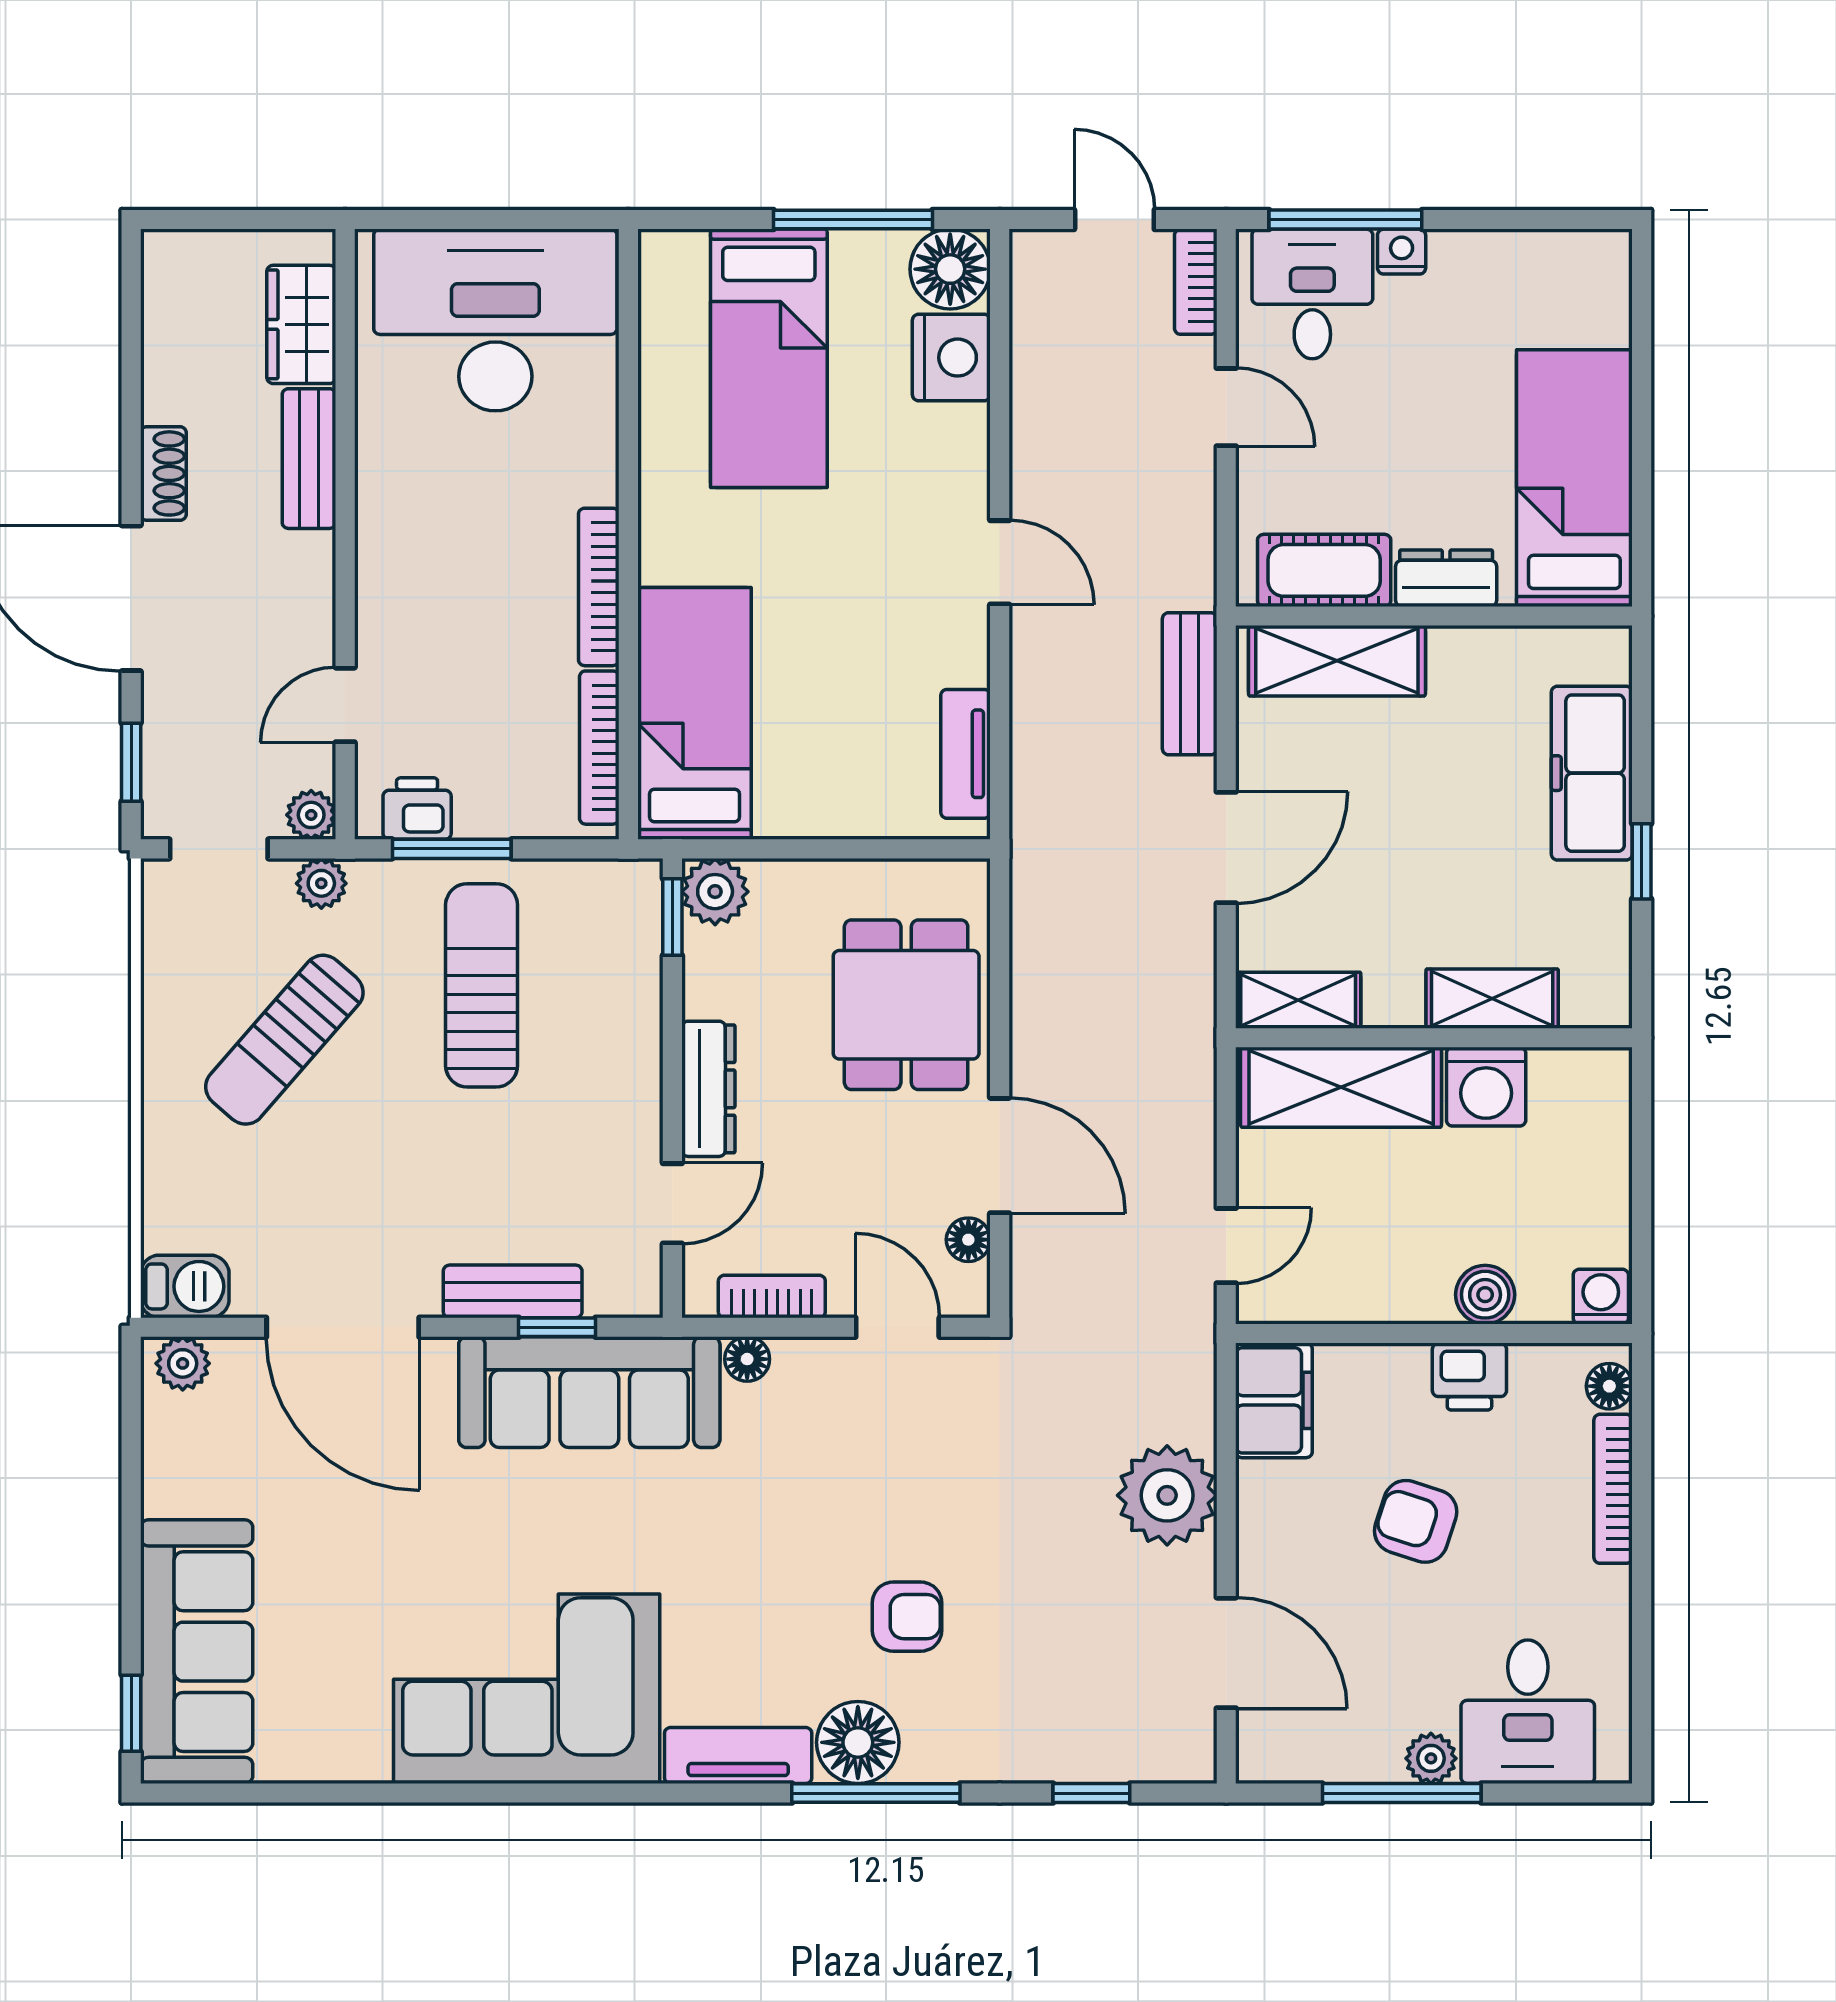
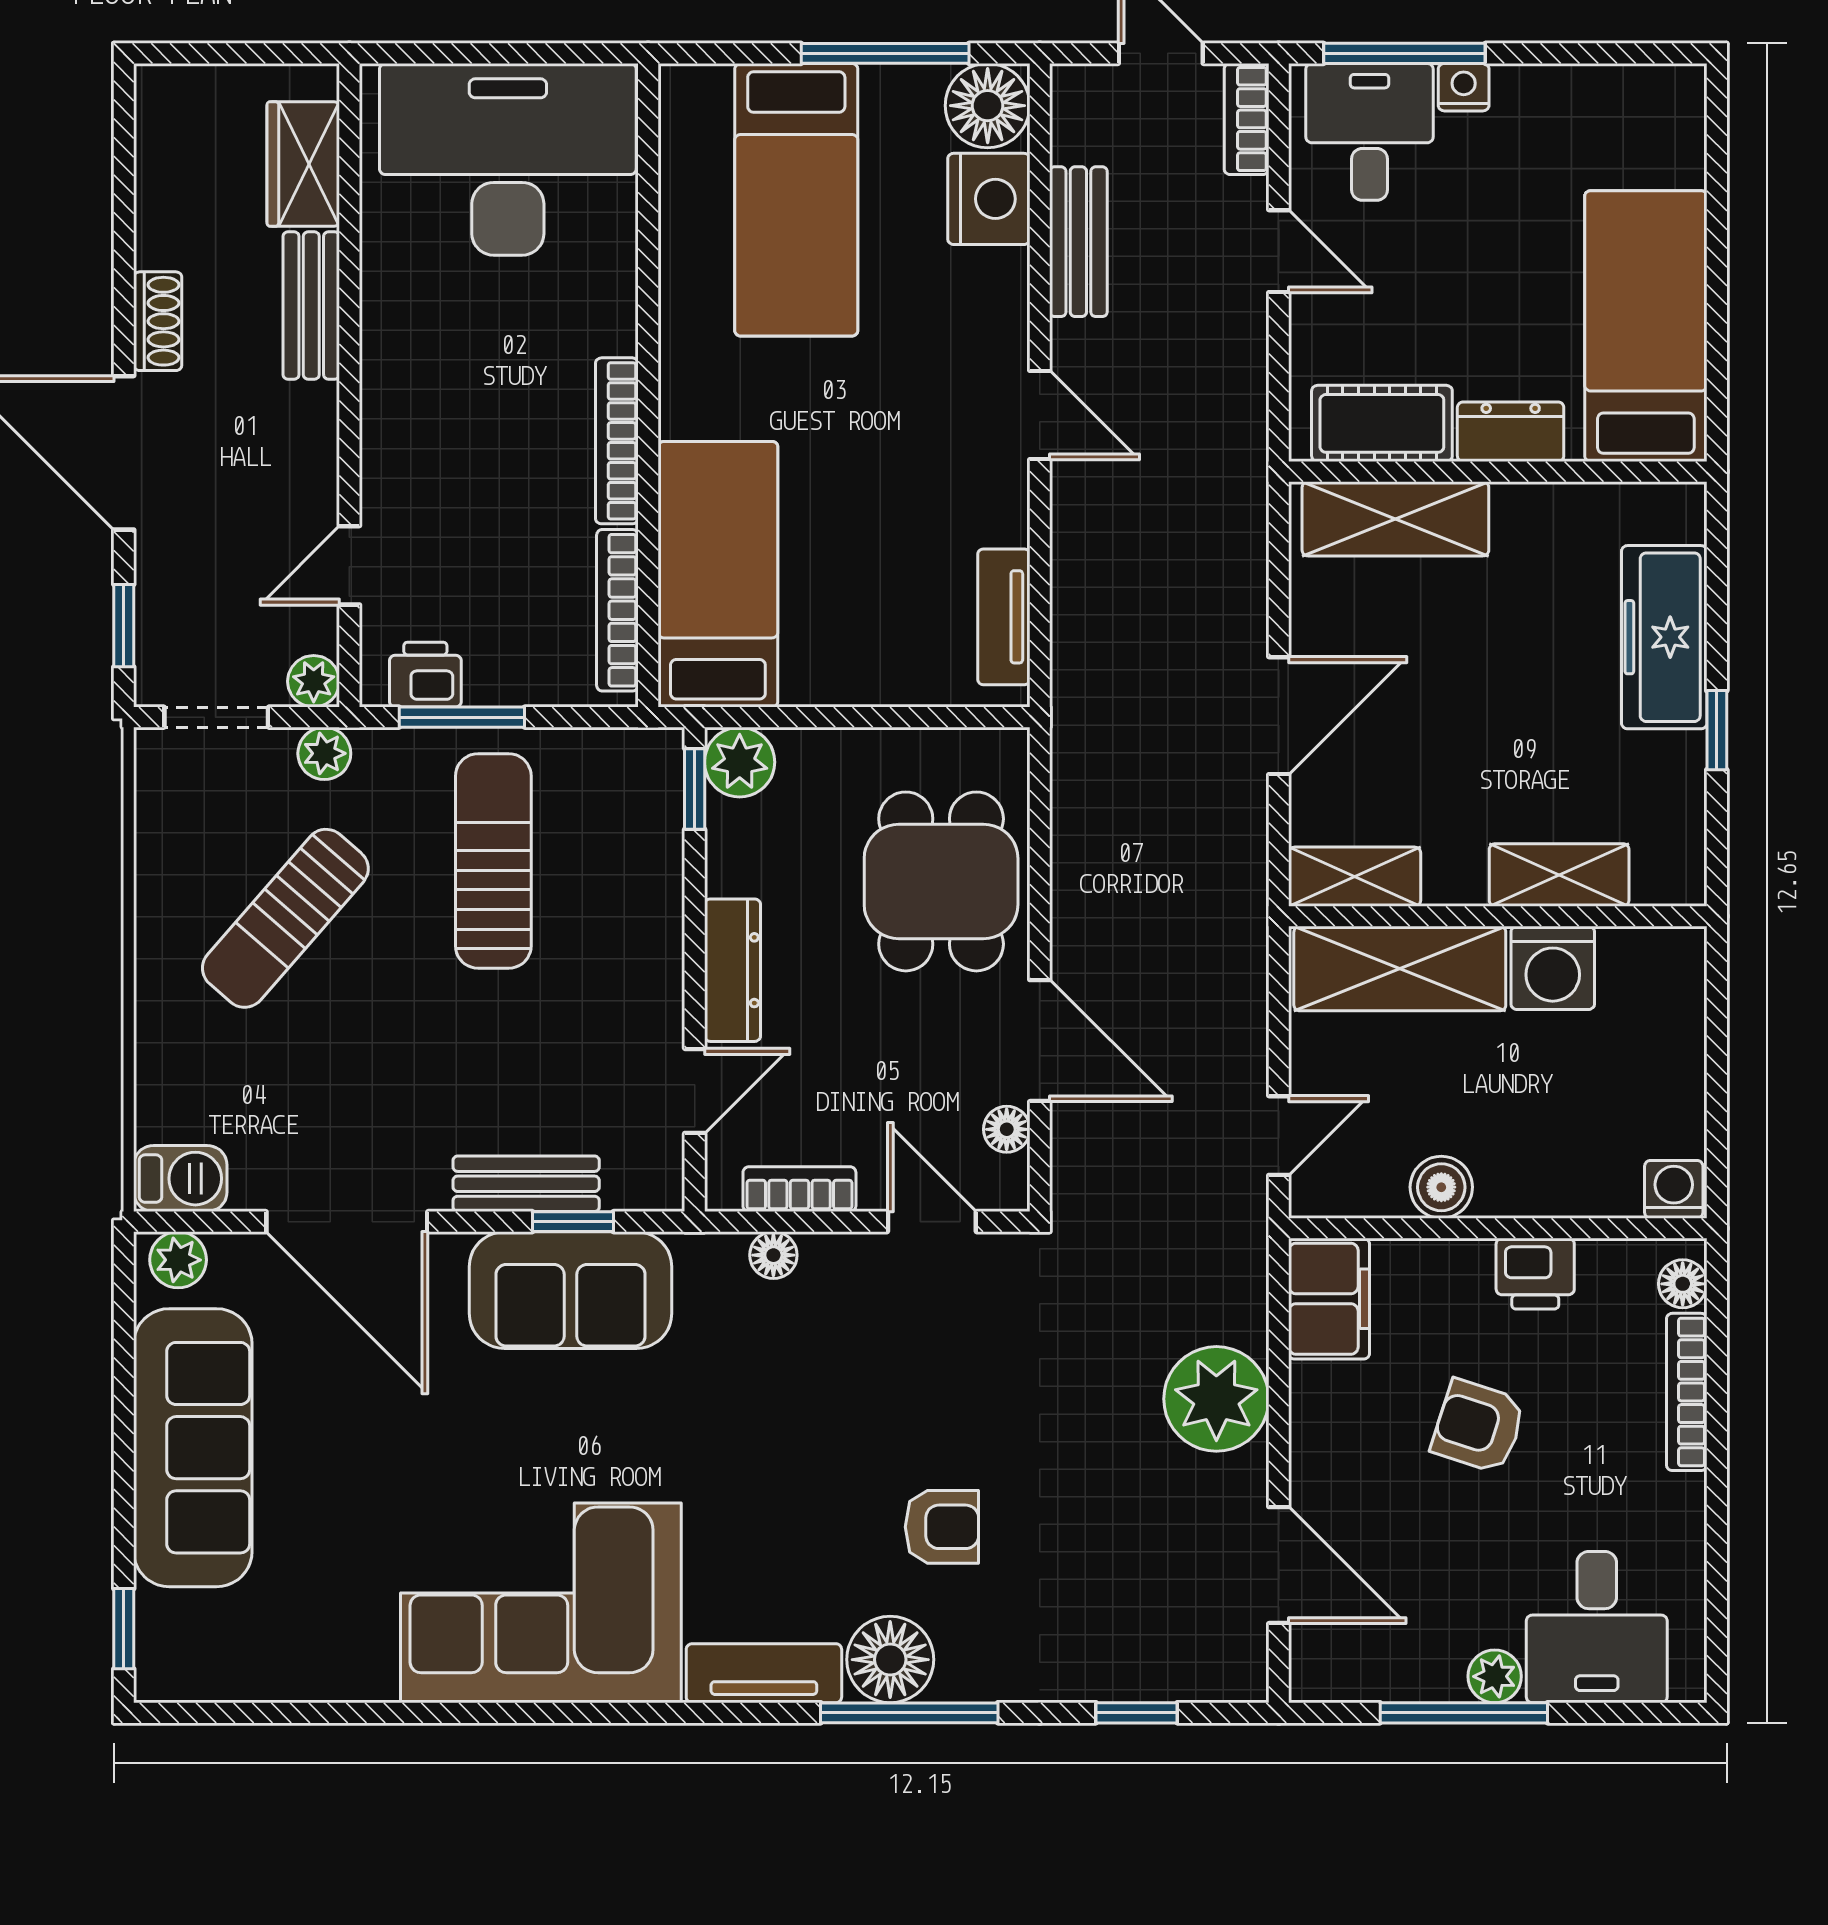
bench: (1190, 684) -> (1078, 242), moved
boiler: (1485, 1295) -> (1441, 1187), moved
sofa: (589, 1392) -> (571, 1290), width x0.73
sofa: (197, 1652) -> (193, 1448), moved

